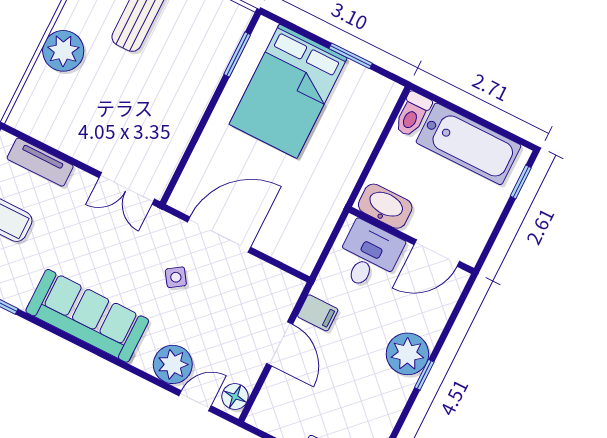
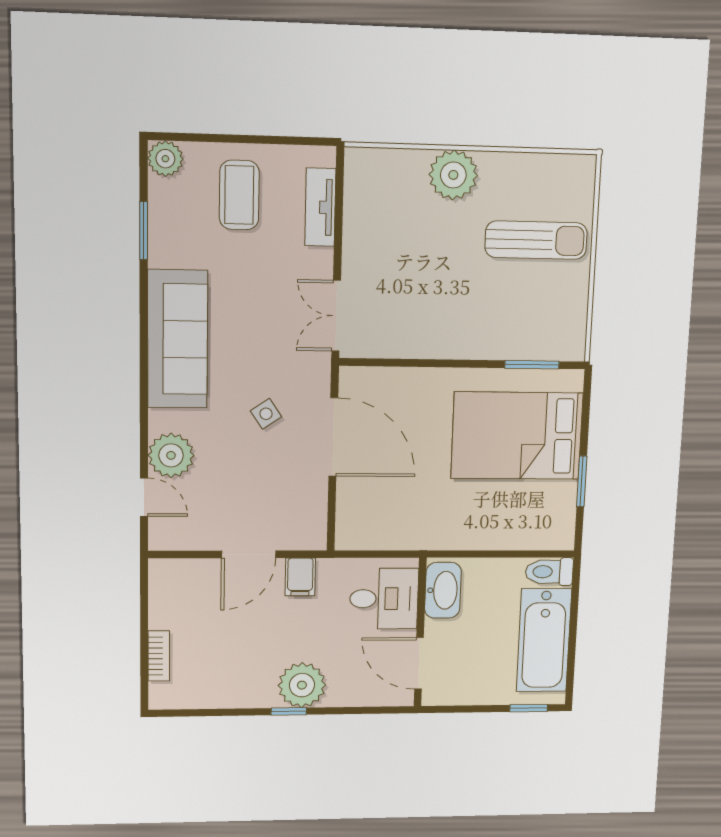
floor lamp: (235, 397) -> (170, 536), removed

